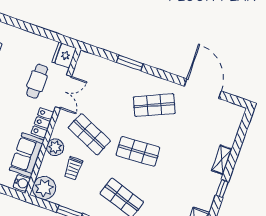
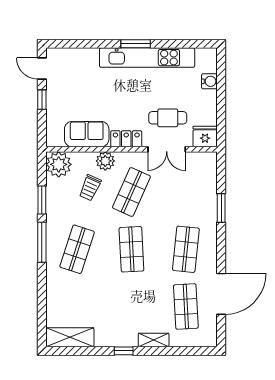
shop shelf: (154, 105) -> (186, 249), turned 30
shop shelf: (203, 122) -> (186, 307), added
trolley: (73, 168) -> (90, 188), turned -66
water cooler: (22, 183) -> (209, 81), moved, turned -90

